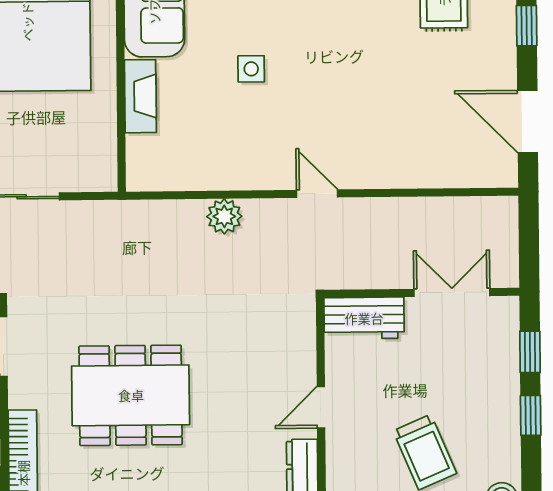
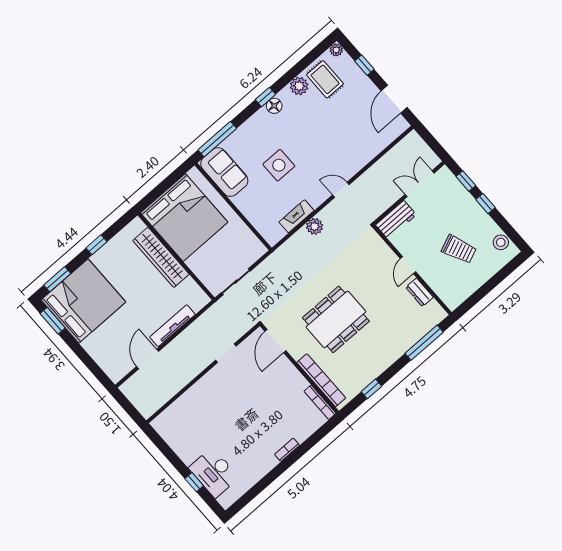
side table: (251, 69) -> (279, 165), width x1.87, depth x1.87
fireplace: (140, 96) -> (297, 216), moved, turned -90
door: (528, 121) -> (394, 99), hinge flipped

